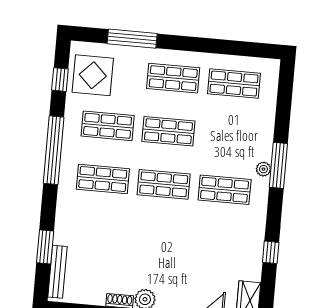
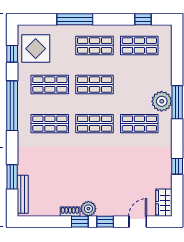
window: (132, 39) -> (75, 19), moved
window: (242, 48) -> (143, 19), added
plant: (263, 169) -> (162, 101), width x1.88, depth x1.88

